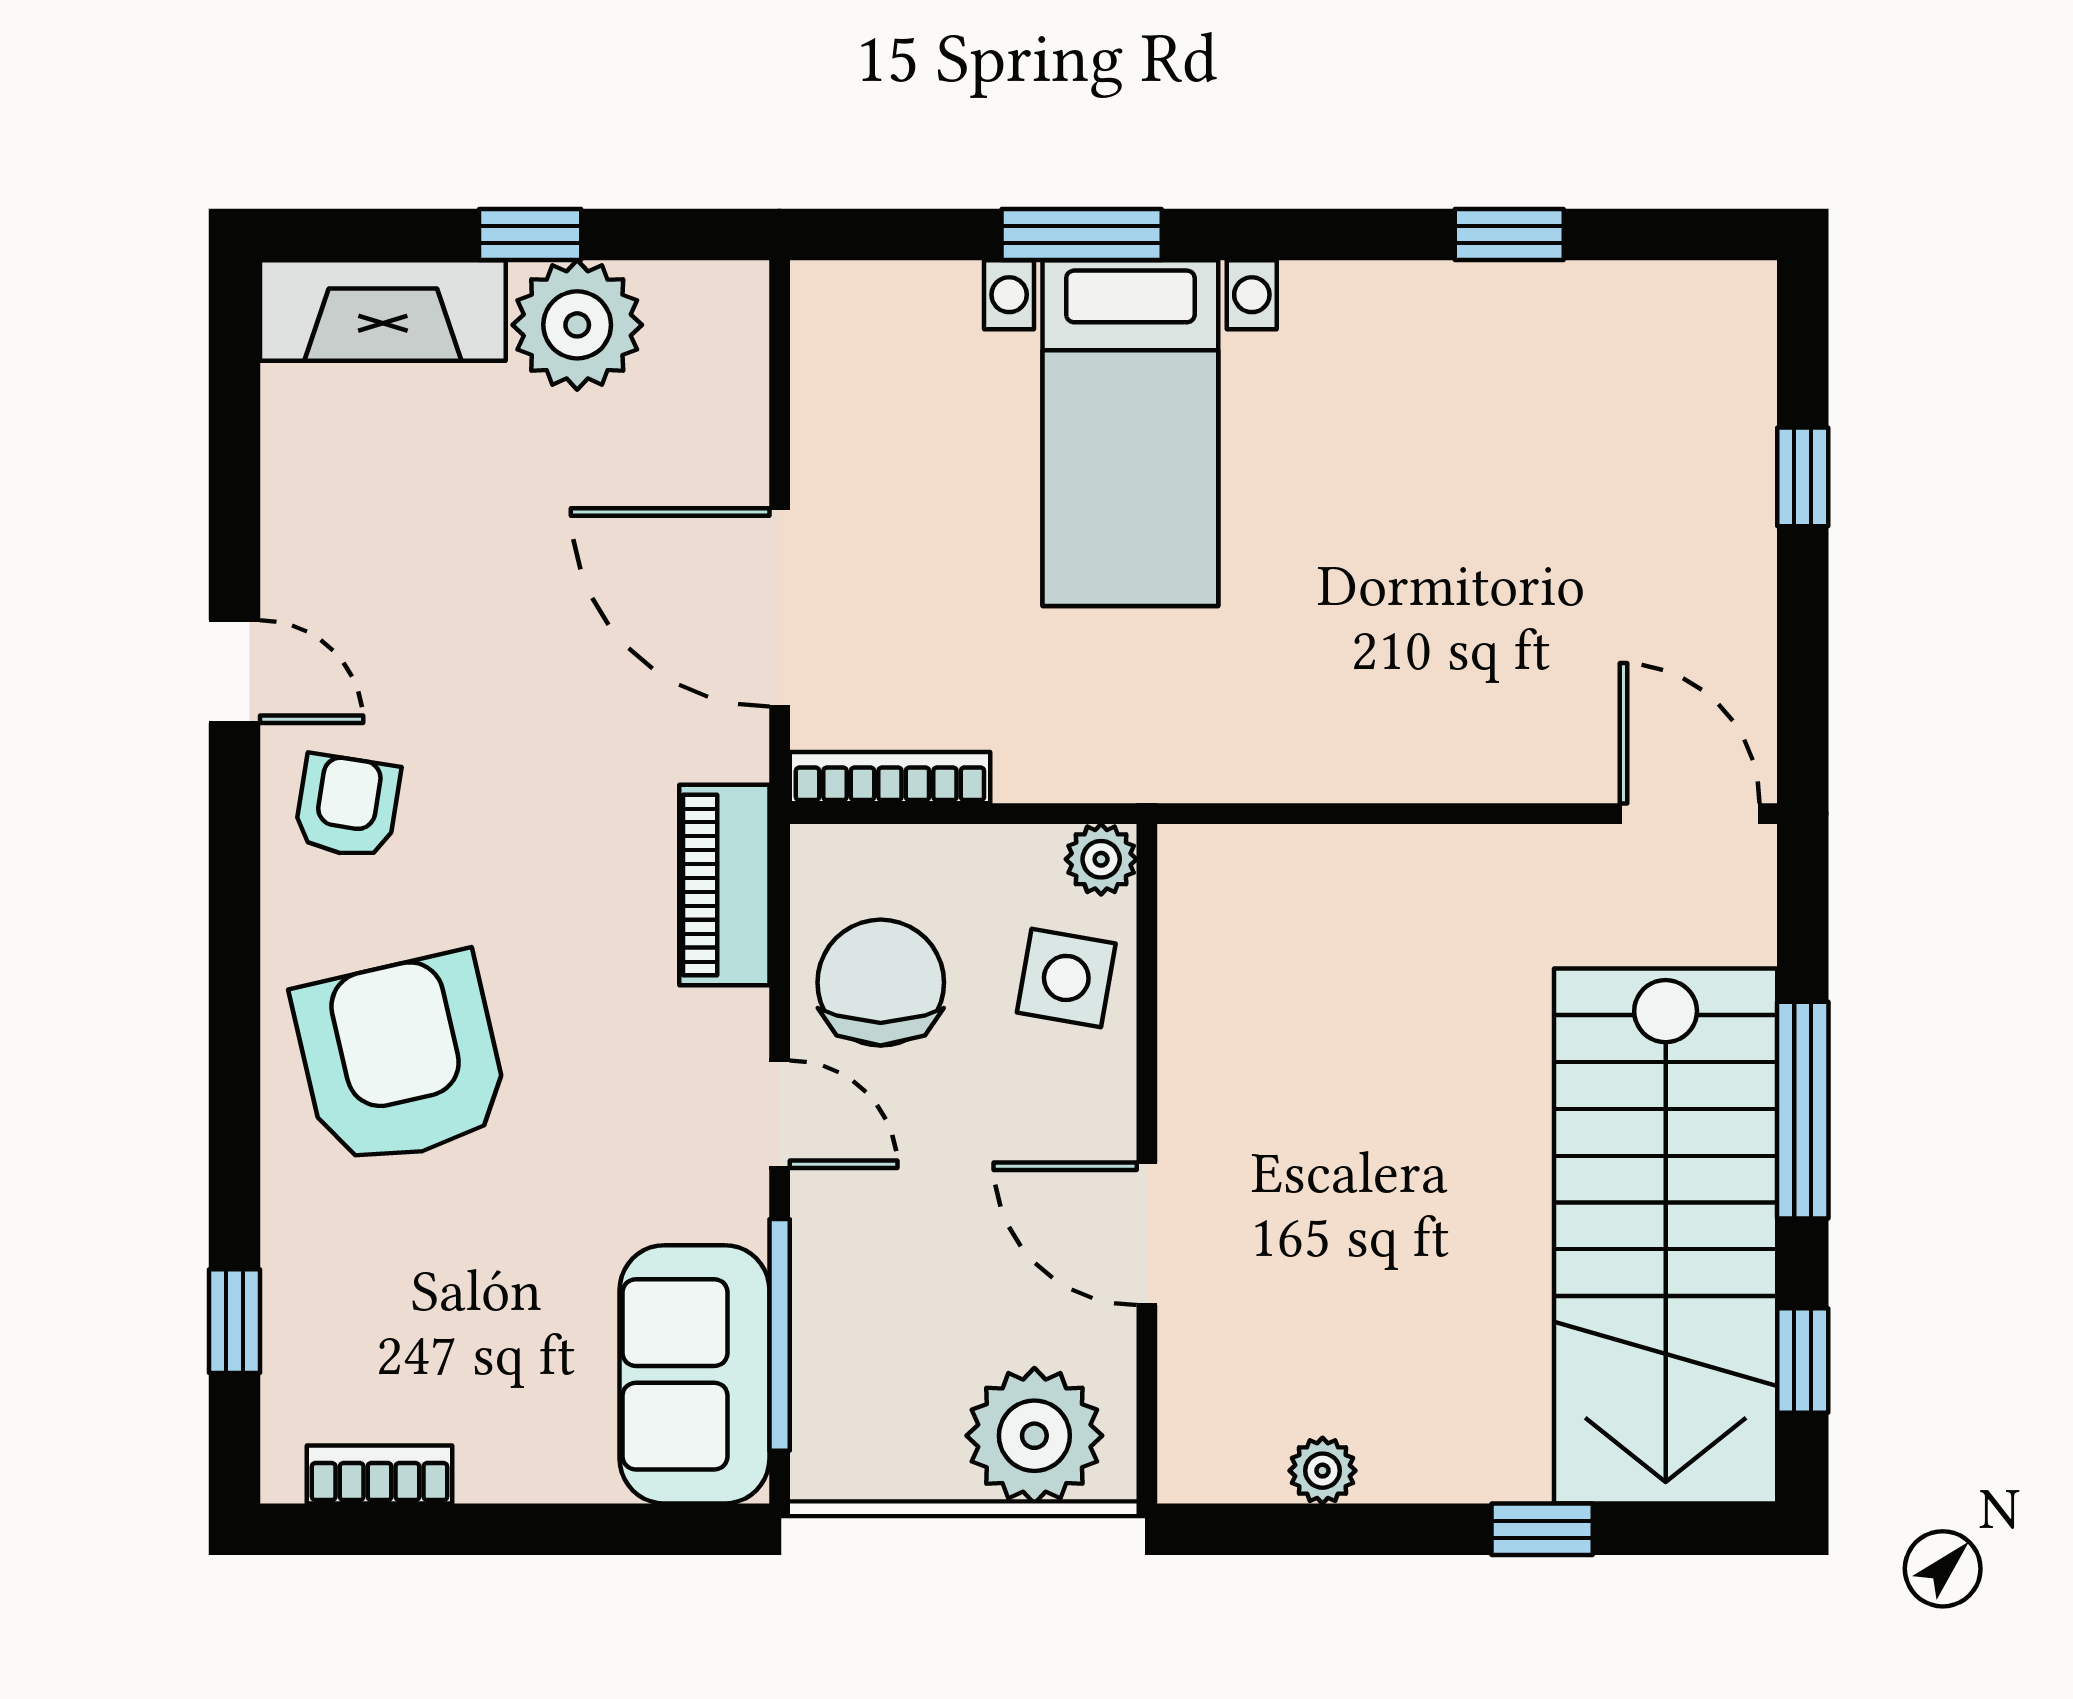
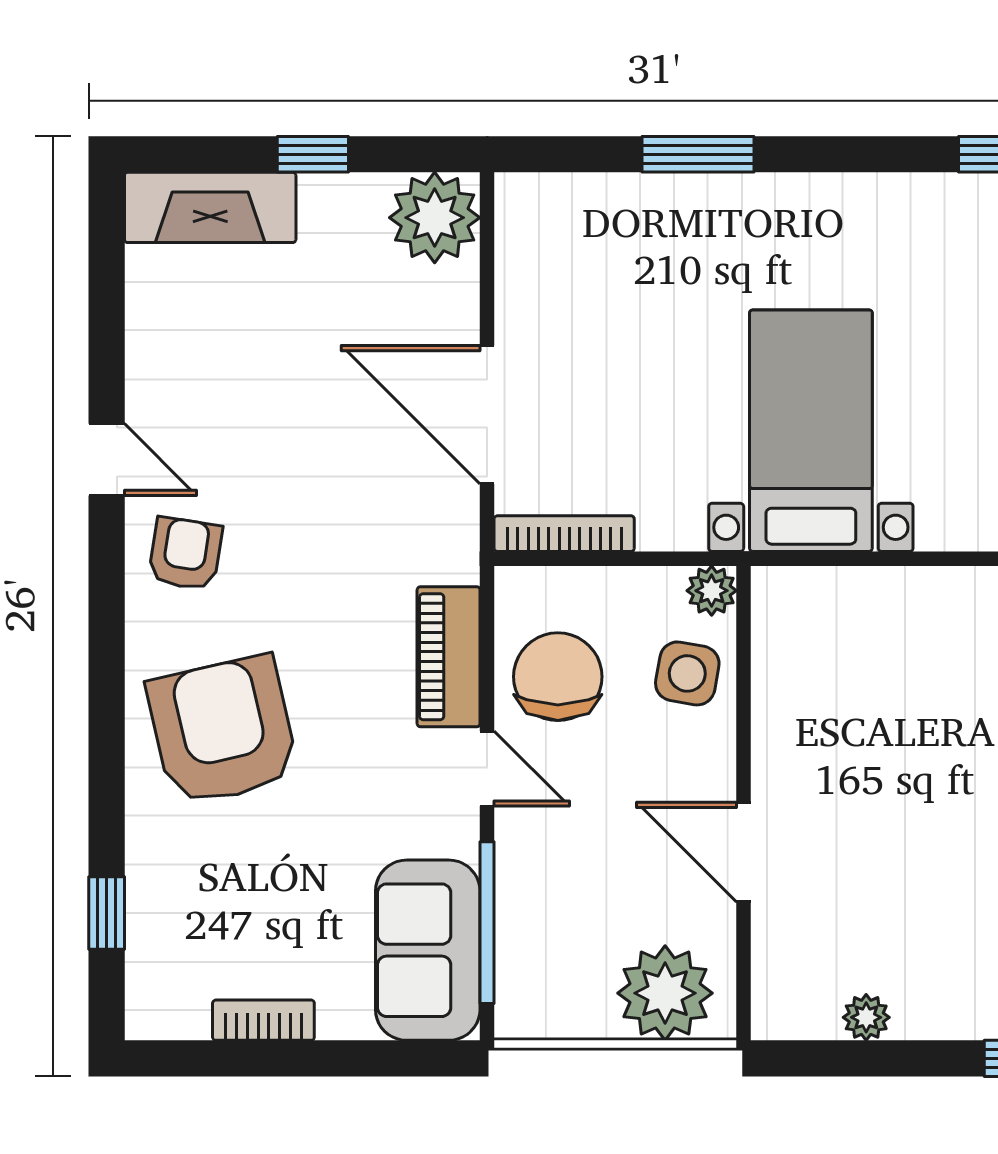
plant: (577, 325) -> (435, 218), moved
bed with nightstands: (1130, 433) -> (811, 431), moved, turned 180
piano: (724, 885) -> (449, 657), moved
bookcase: (379, 1475) -> (263, 1020), moved

